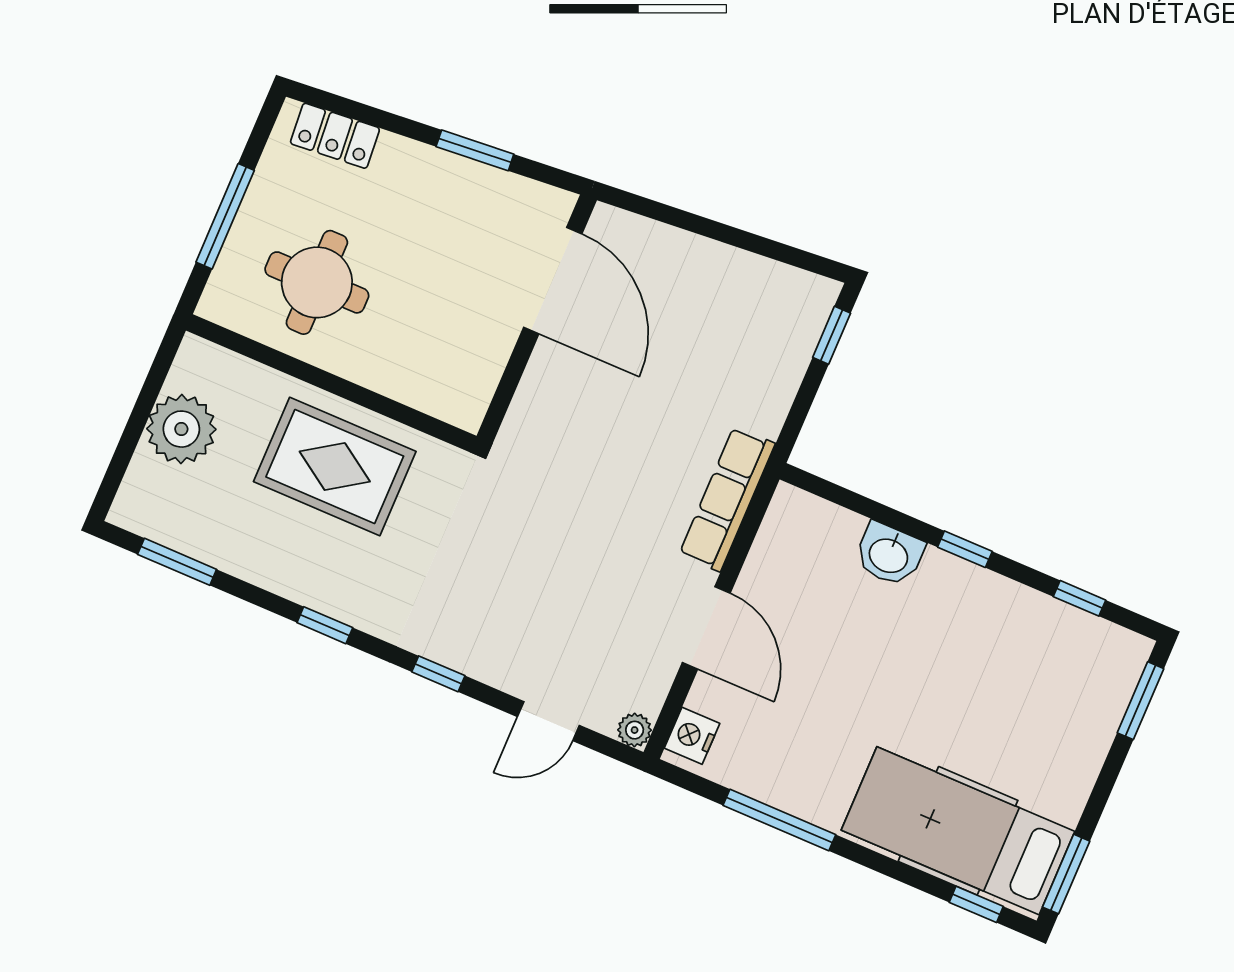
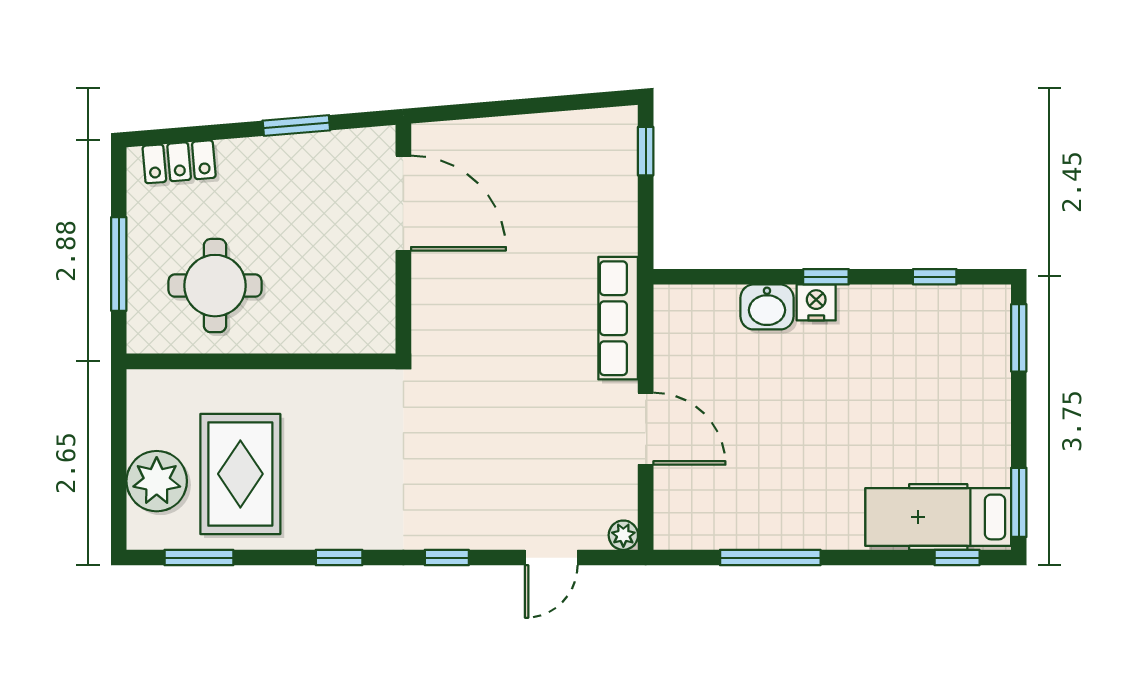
plant: (181, 429) -> (157, 481), moved
rug: (335, 466) -> (240, 474), moved, turned 90
nightstand: (692, 736) -> (816, 302), moved, turned 90
hospital bed: (958, 831) -> (938, 517), width x0.73, depth x0.78

